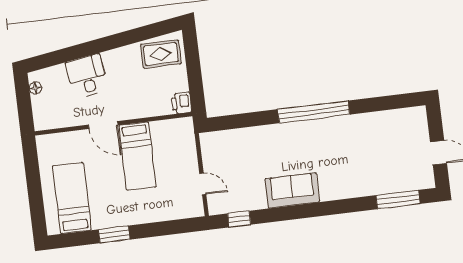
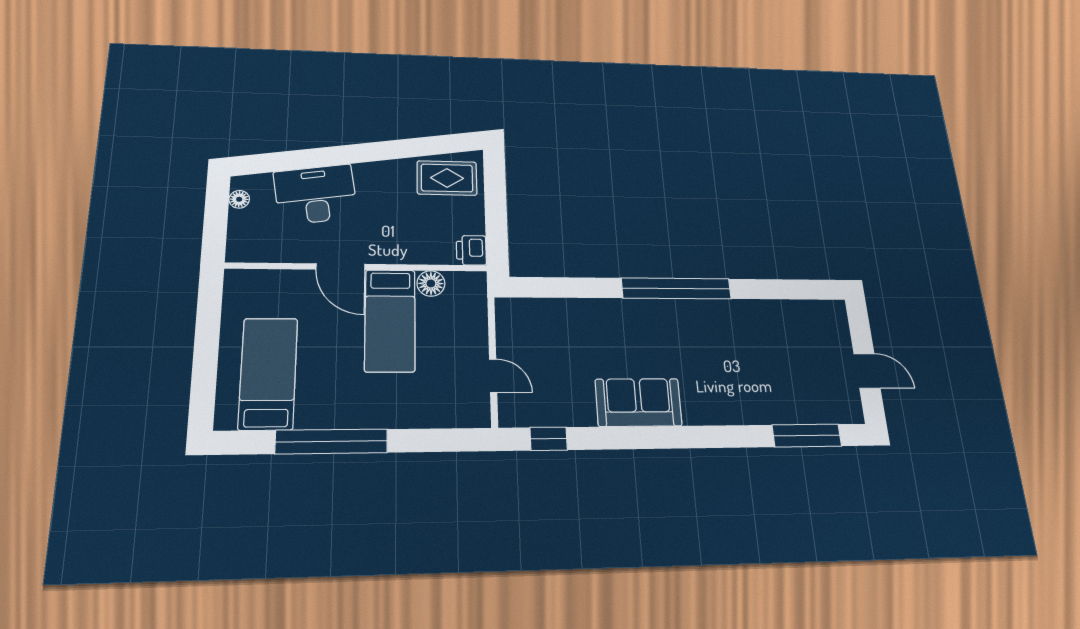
desk: (87, 76) -> (316, 195), width x1.37
floor lamp: (159, 129) -> (431, 283), added
window: (114, 234) -> (332, 441), width x2.11

